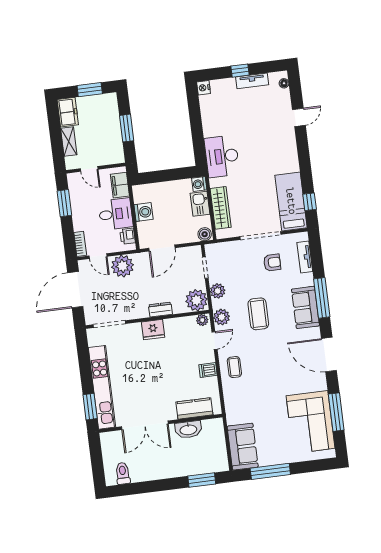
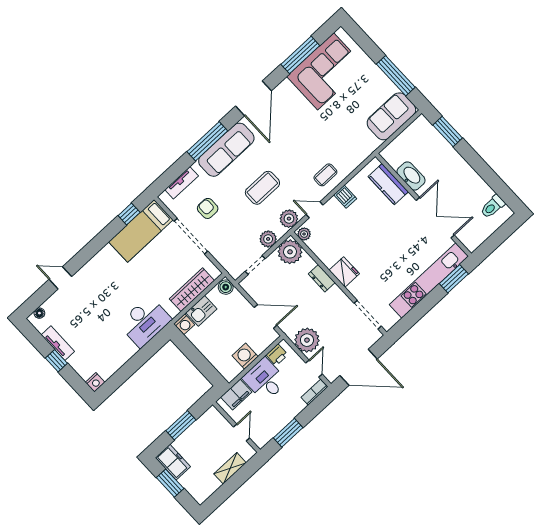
freezer: (68, 112) -> (173, 462), moved, turned 90
sofa: (305, 307) -> (226, 150), width x1.36

